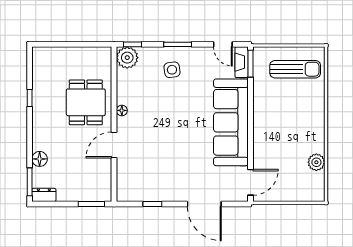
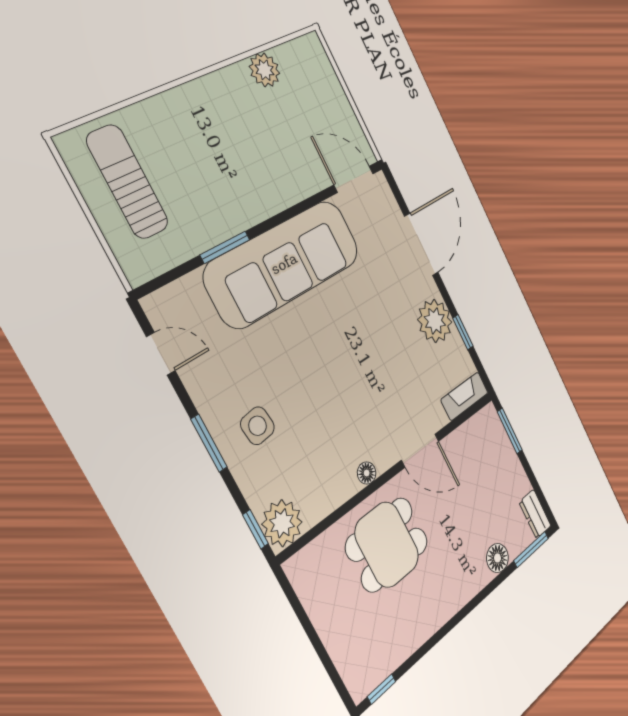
door: (223, 44) -> (161, 354), hinge flipped
fireplace: (242, 62) -> (465, 396), moved, turned 180
window: (251, 64) -> (225, 247), moved
window: (30, 98) -> (382, 689), moved
plant: (166, 190) -> (435, 321), added

